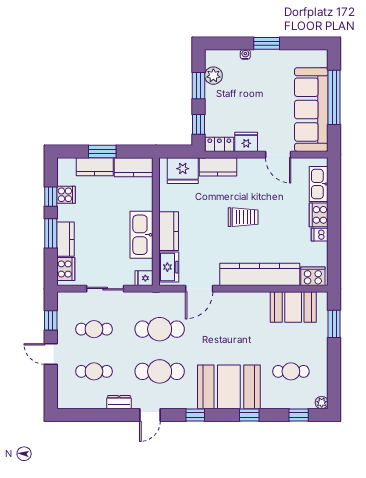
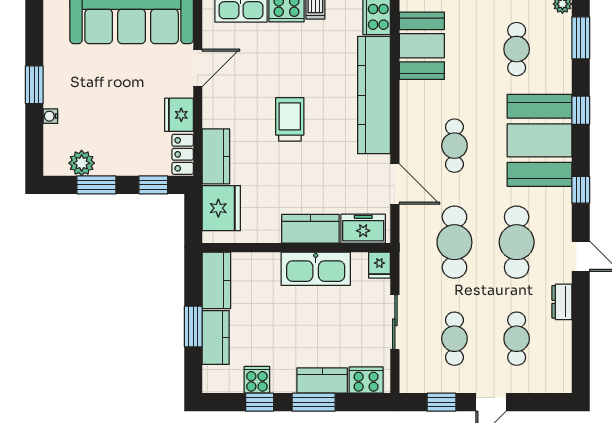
cafe table: (225, 329) -> (454, 146), added
window: (299, 415) -> (581, 38), width x1.50

